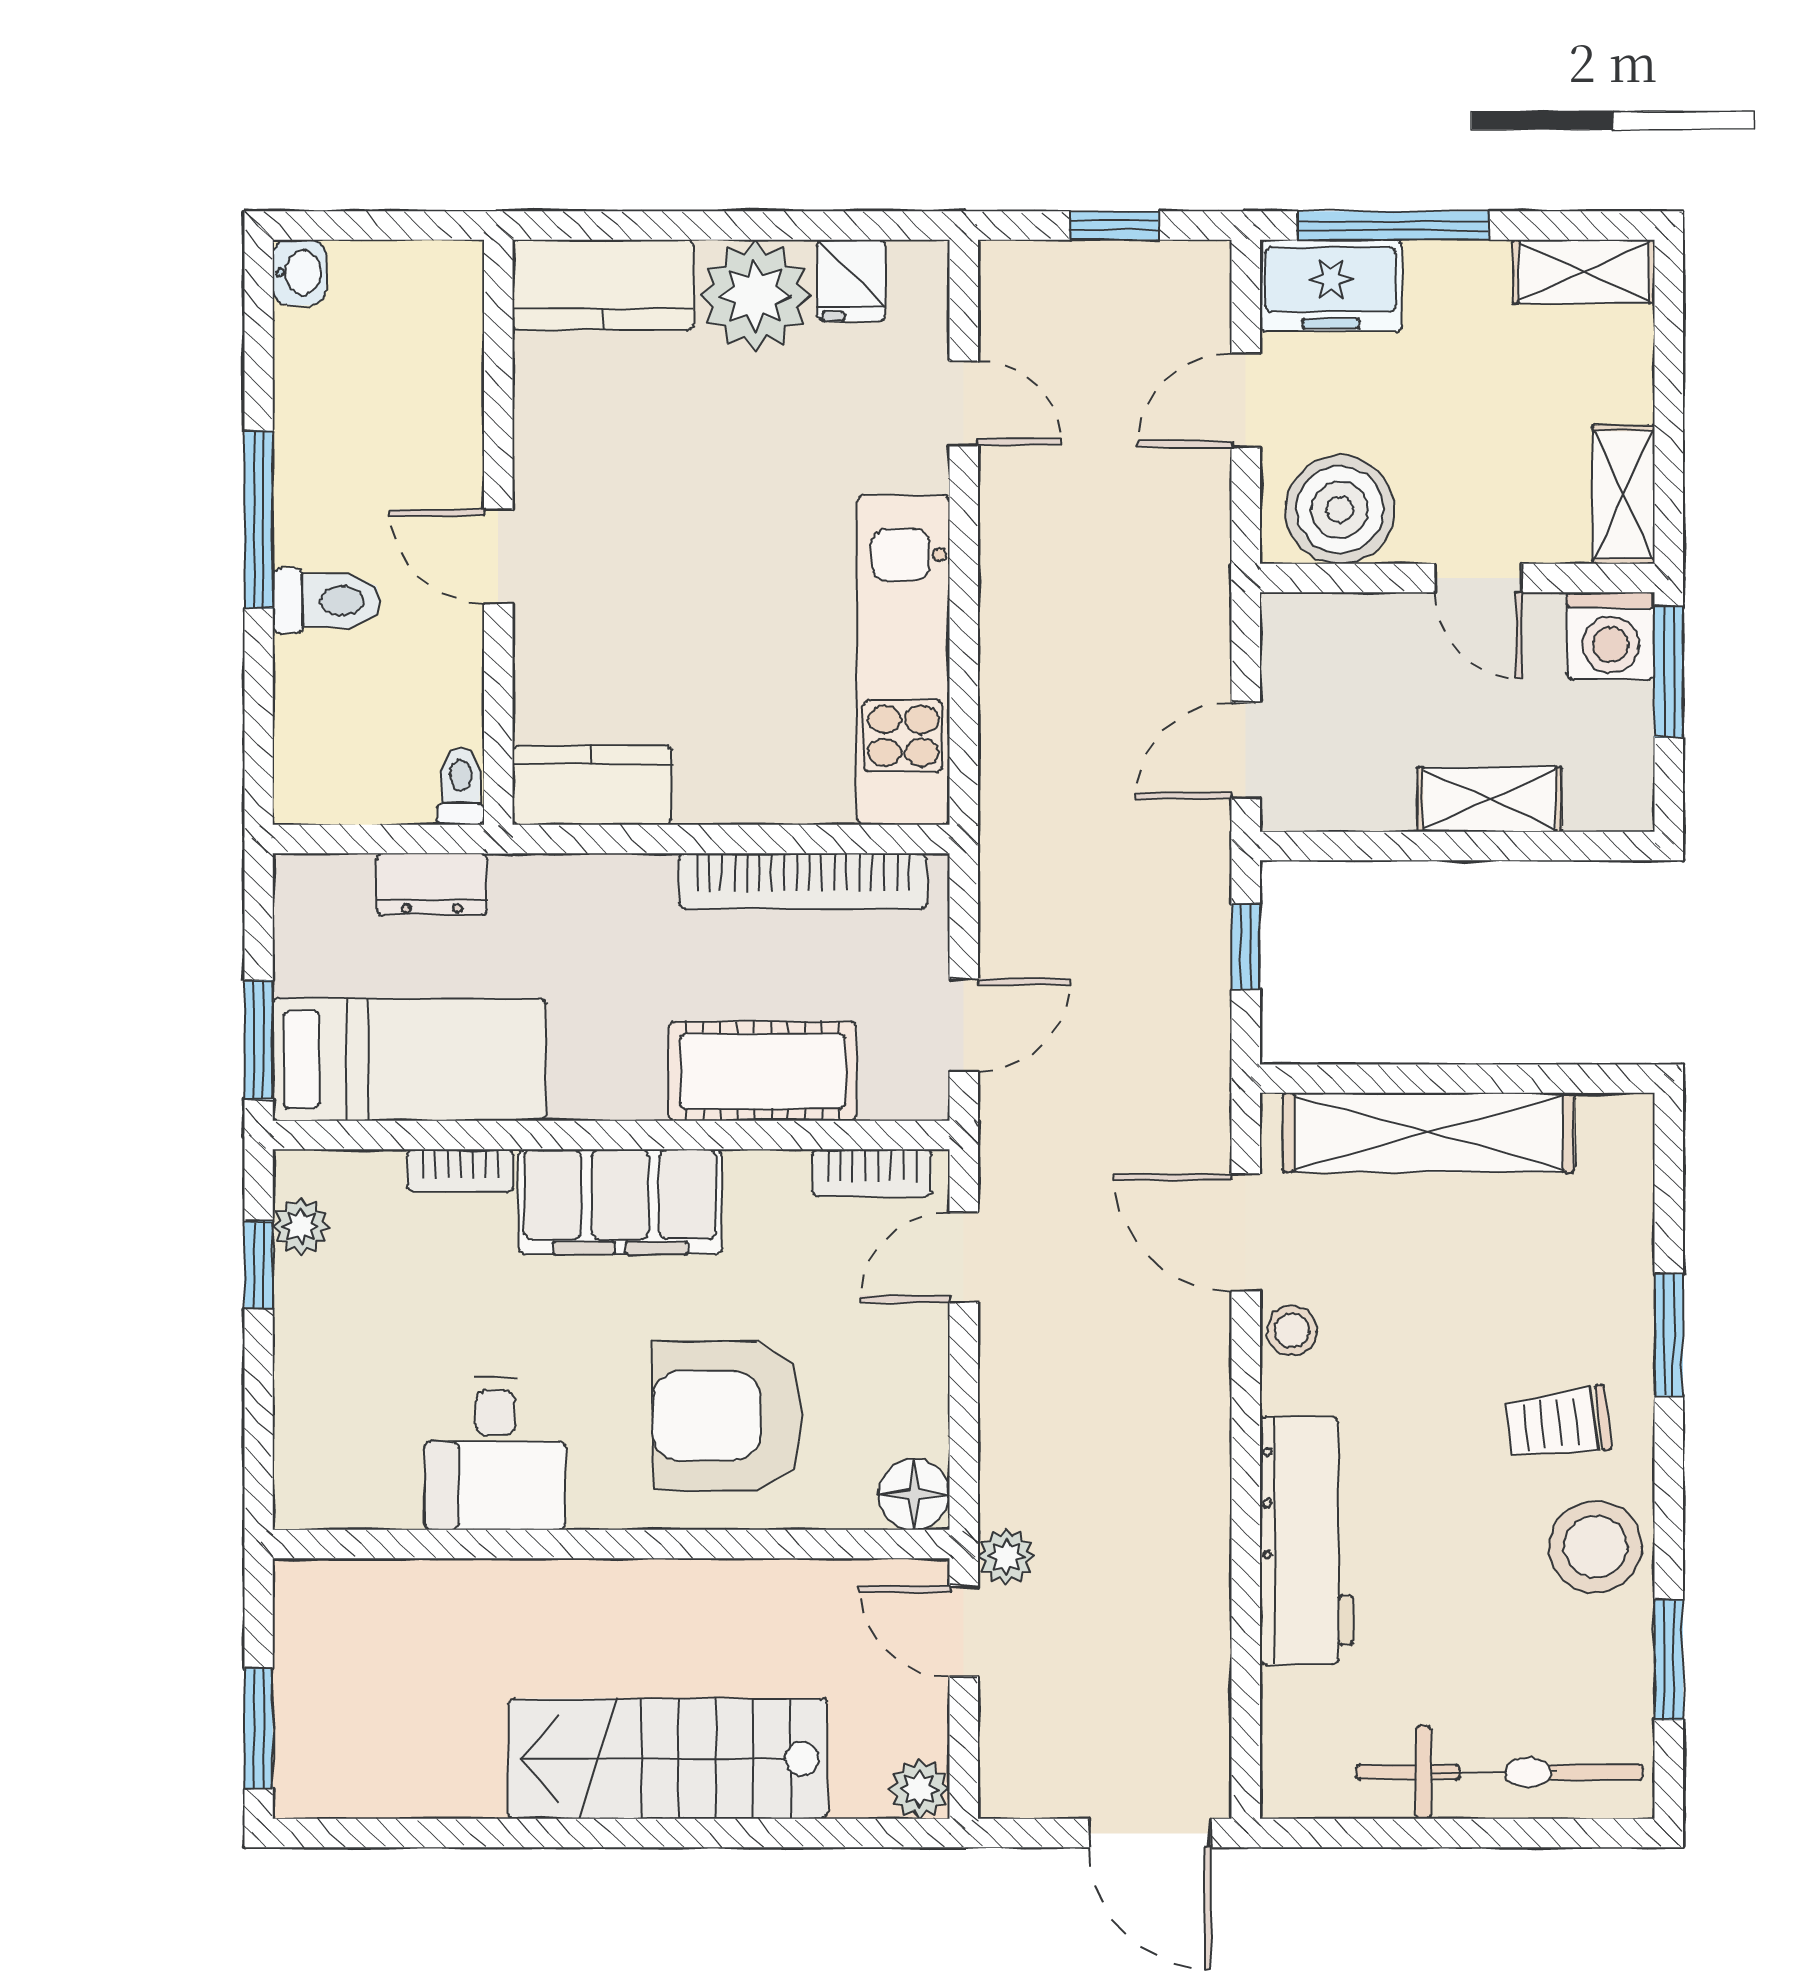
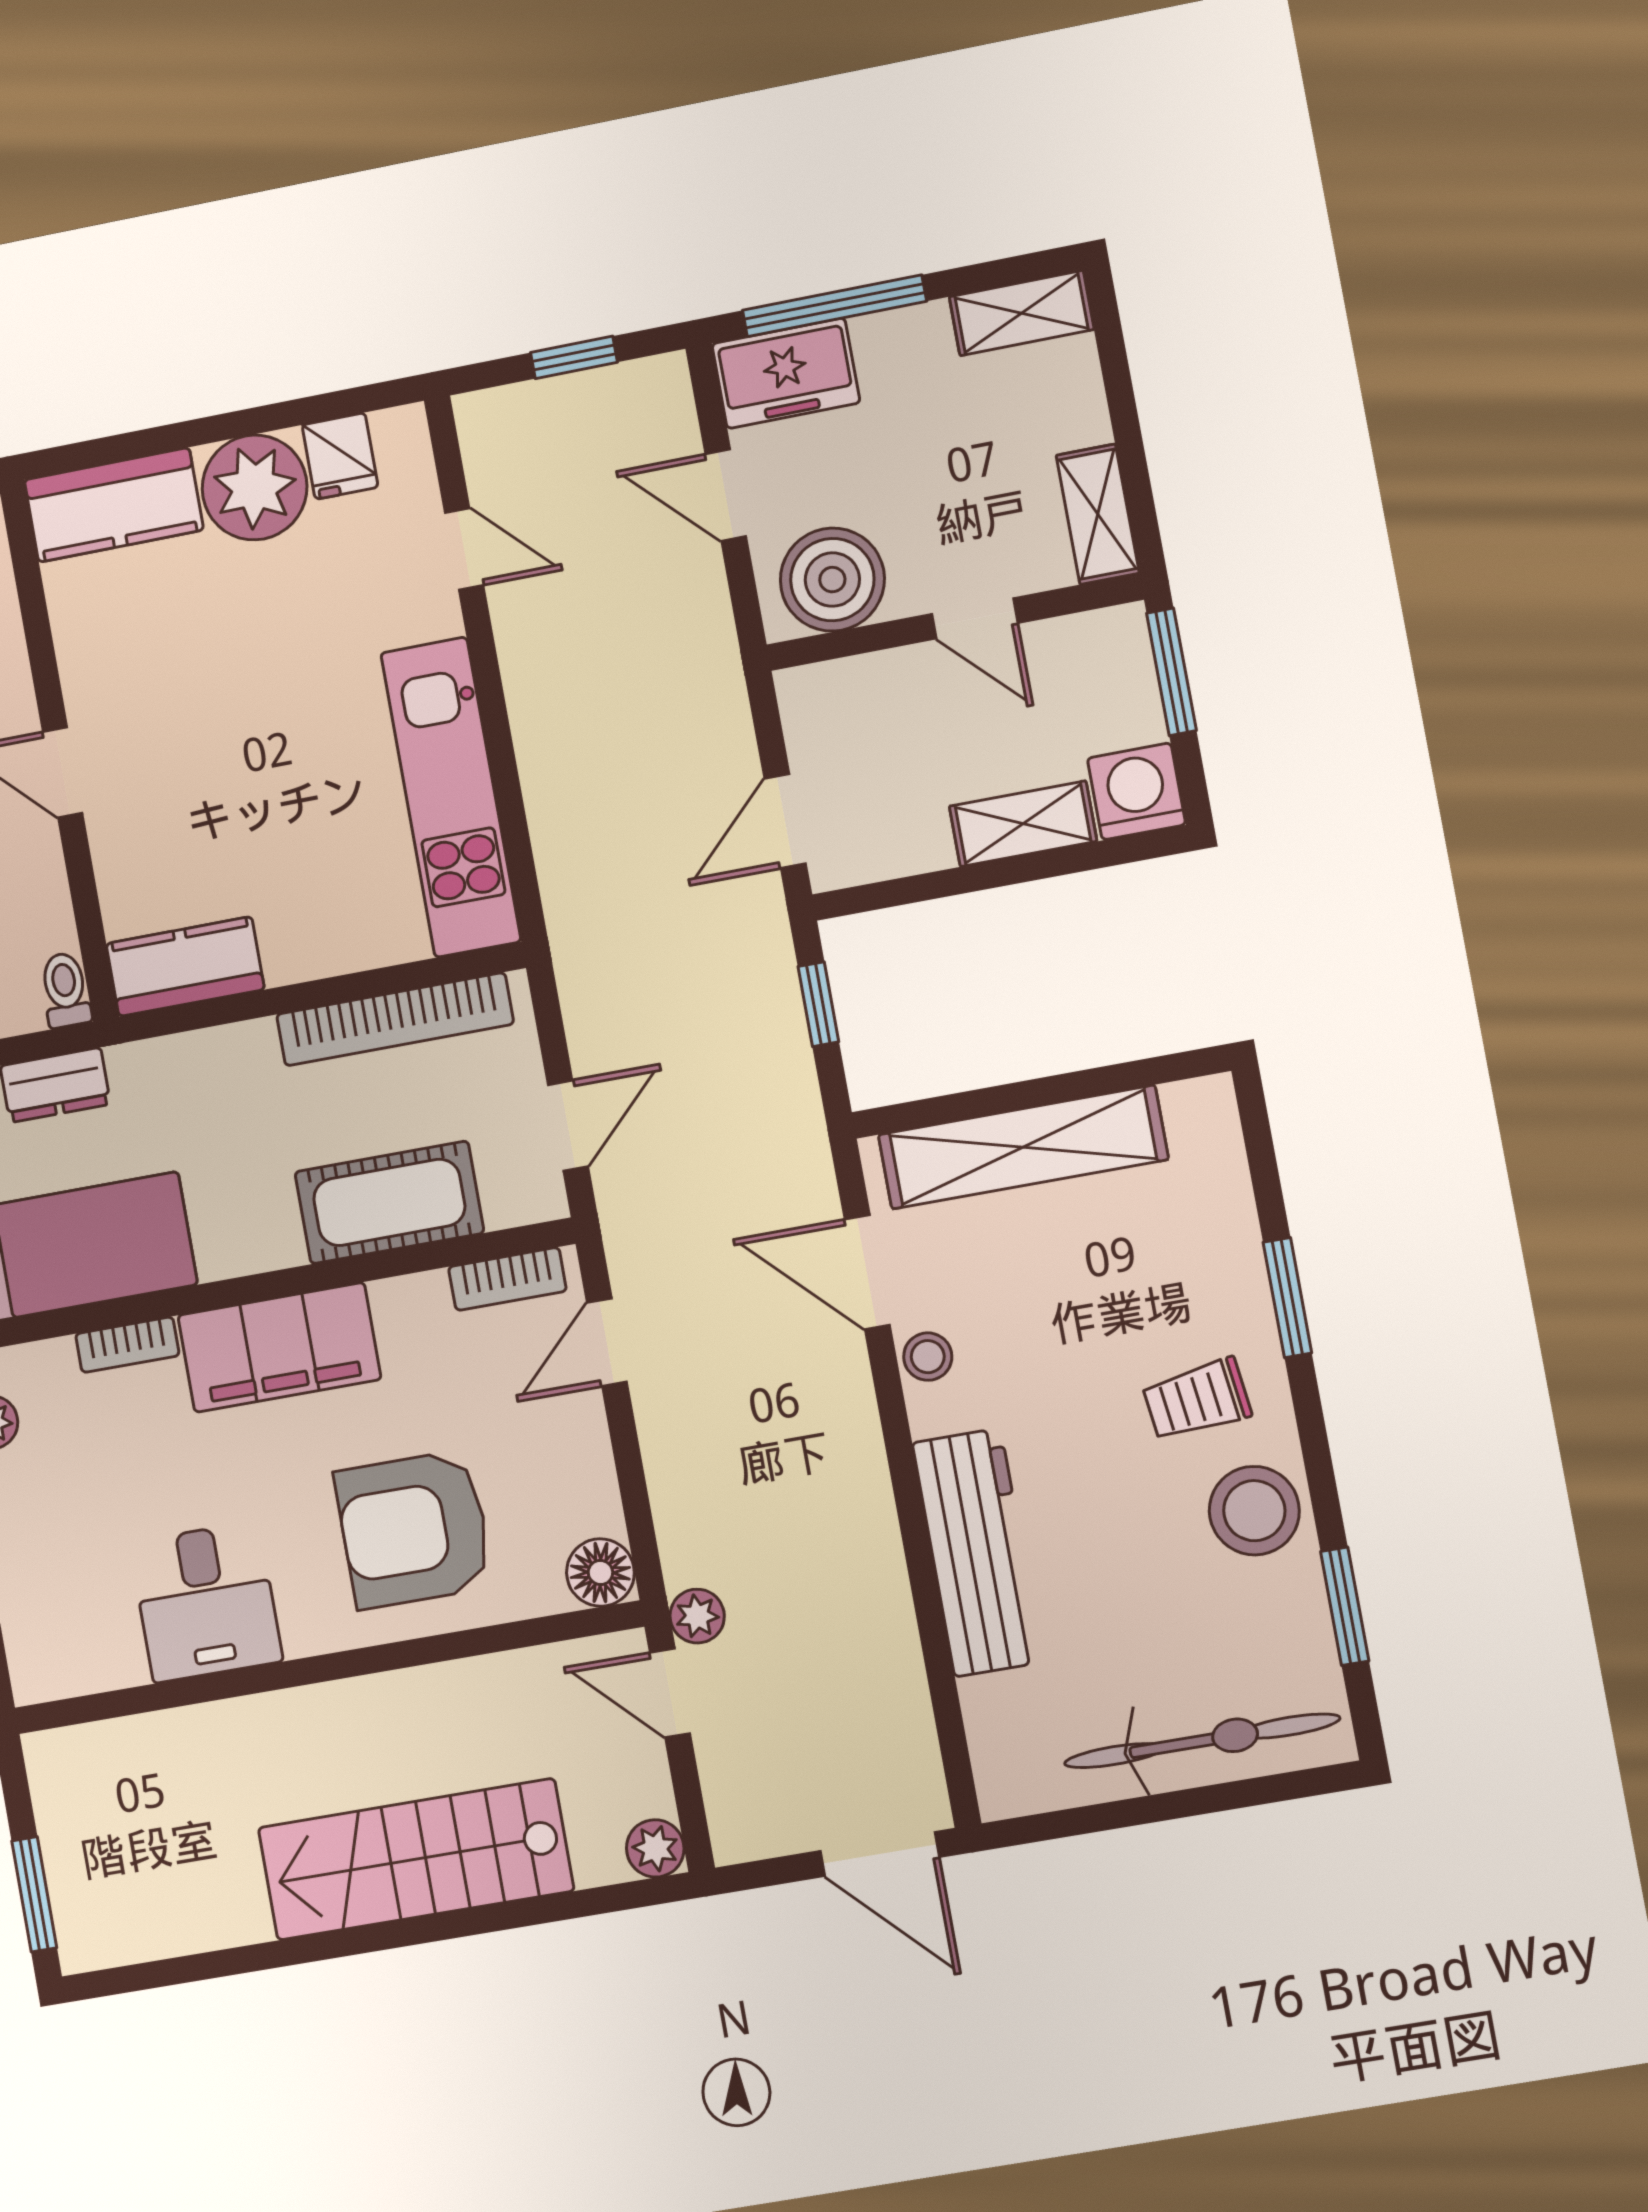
door: (1246, 400) -> (726, 495), hinge flipped
washing machine: (1611, 636) -> (1136, 791), moved, turned 180

